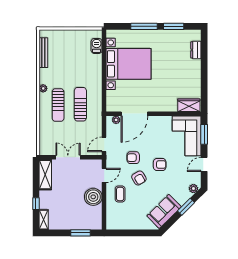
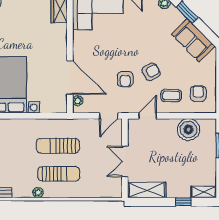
door: (104, 144) -> (109, 116), hinge flipped
armchair: (160, 165) -> (198, 94), moved
door: (104, 175) -> (148, 116), hinge flipped
boiler: (93, 197) -> (188, 130), moved

